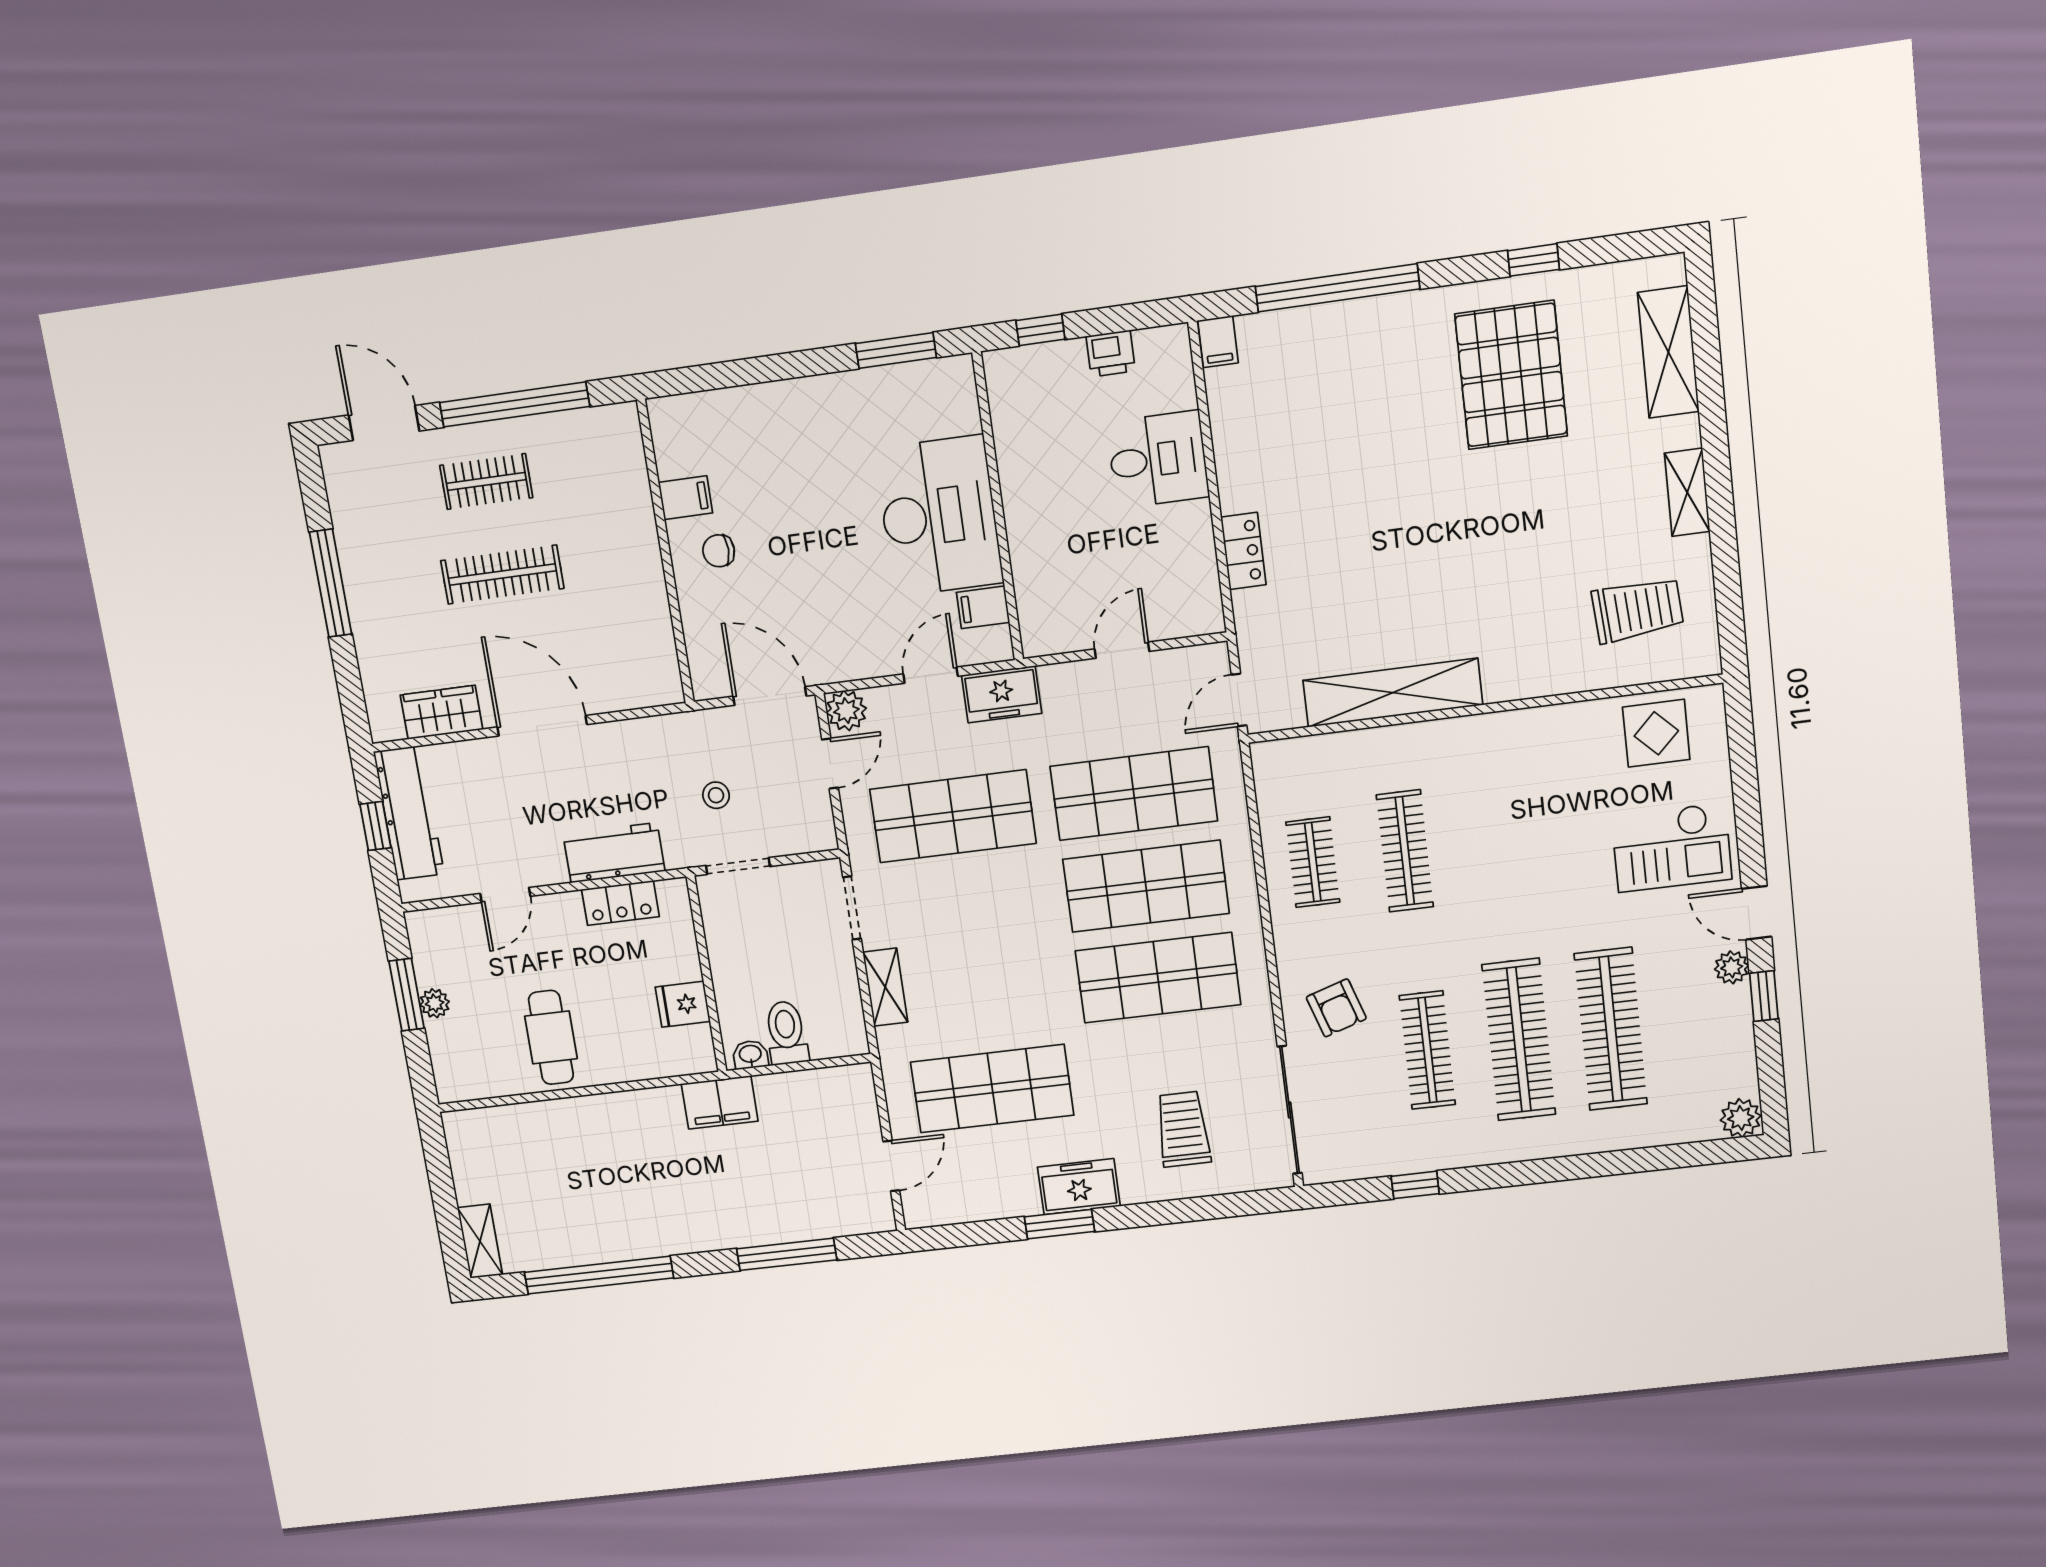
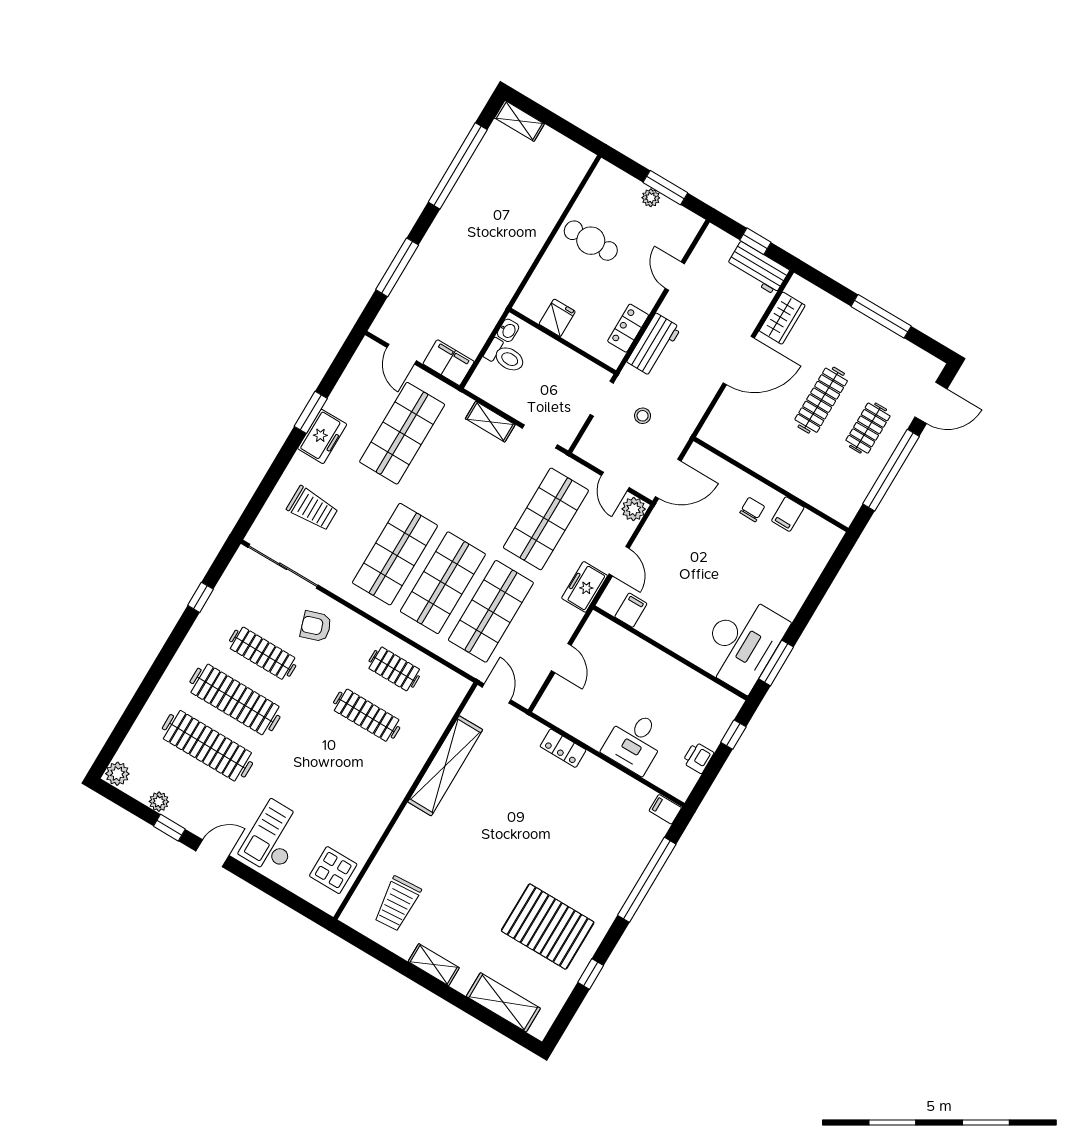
desk: (939, 516) -> (742, 643), moved, turned -90
workbench: (409, 813) -> (758, 268), width x0.73
plant: (1732, 967) -> (159, 802), moved
filing cabinet: (720, 1102) -> (449, 363), moved, turned 90

